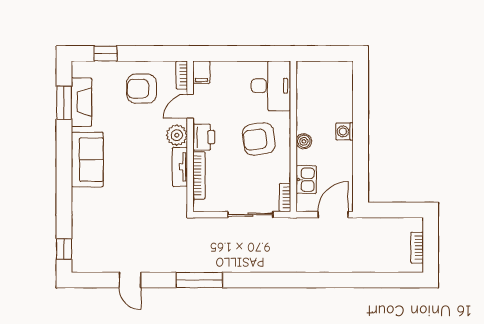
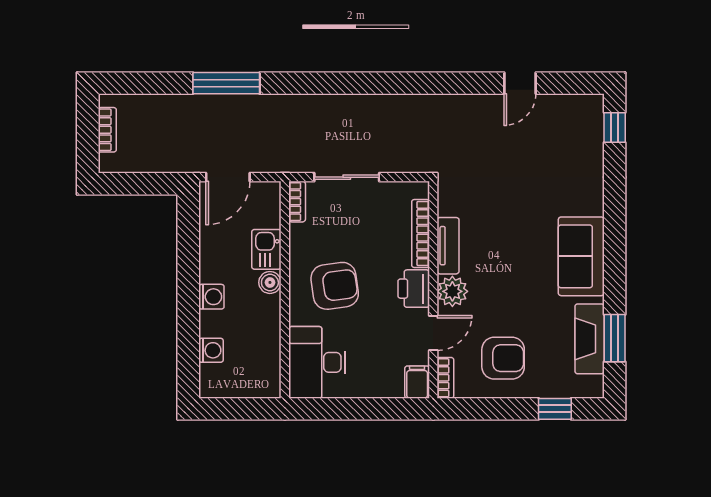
washing machine: (345, 94) -> (211, 350), added
kitchen sink: (306, 180) -> (266, 249), moved
door: (130, 280) -> (520, 83), swing flipped
window: (199, 280) -> (226, 83), moved

